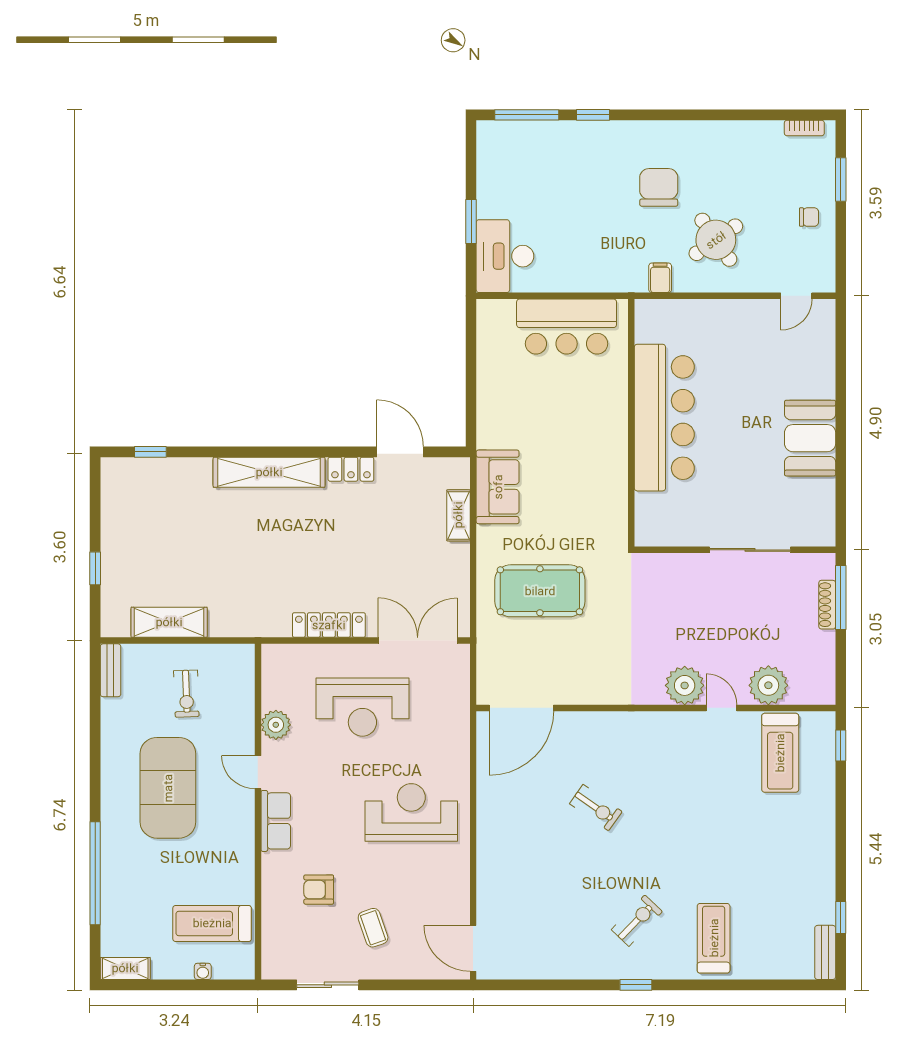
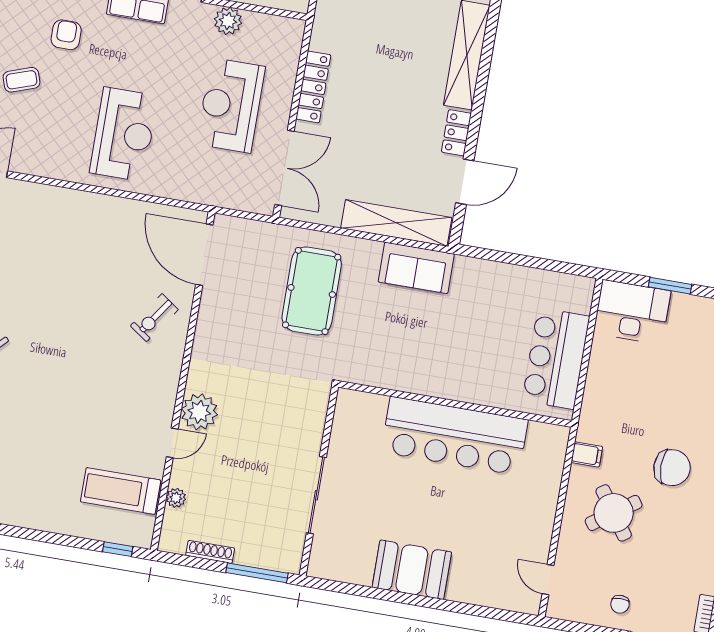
shelving: (458, 515) -> (396, 223), width x2.20, depth x1.33
shoe rack: (827, 605) -> (210, 552), moved
plant: (768, 685) -> (176, 498), width x0.53, depth x0.53
exercise bike: (596, 808) -> (154, 318), moved

